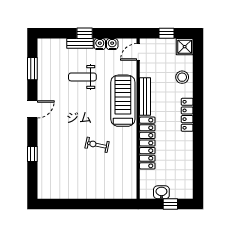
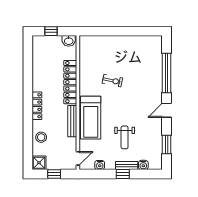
water cooler: (100, 44) -> (143, 165), moved
weight bench: (82, 77) -> (125, 137), turned 90
window: (32, 154) -> (167, 73), width x3.17
washbasin: (161, 192) -> (69, 41), moved

